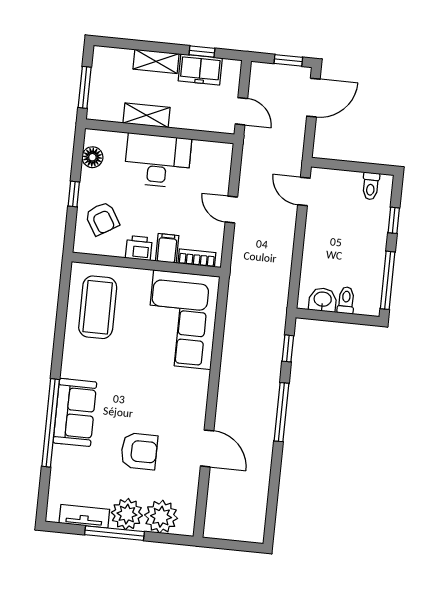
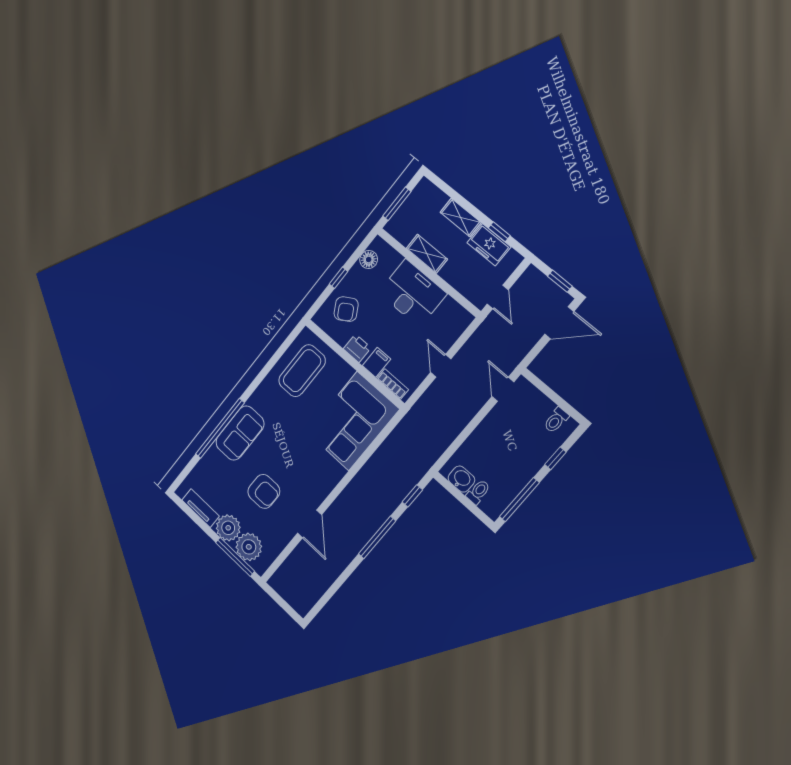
window: (114, 533) -> (235, 557), moved

